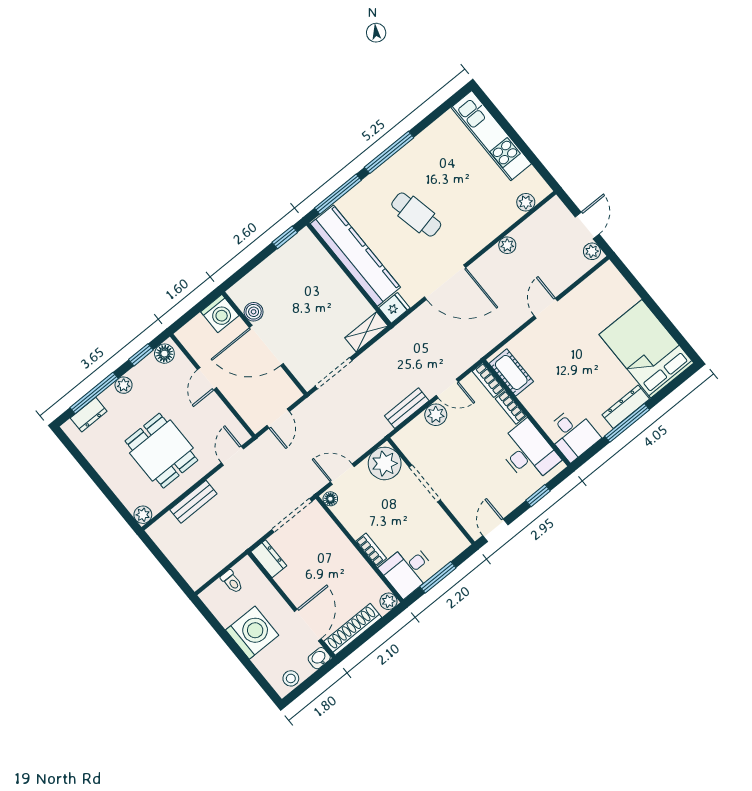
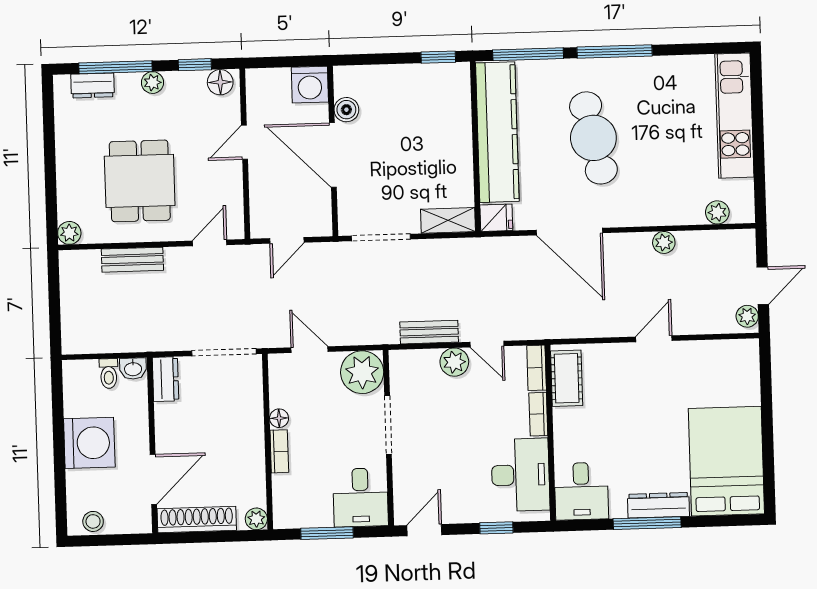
cafe table: (416, 215) -> (593, 138), width x1.37, depth x1.35
floor lamp: (330, 499) -> (279, 418), moved
desk: (408, 570) -> (361, 497), moved, turned -90
washbasin: (319, 658) -> (133, 369), moved, turned 180

